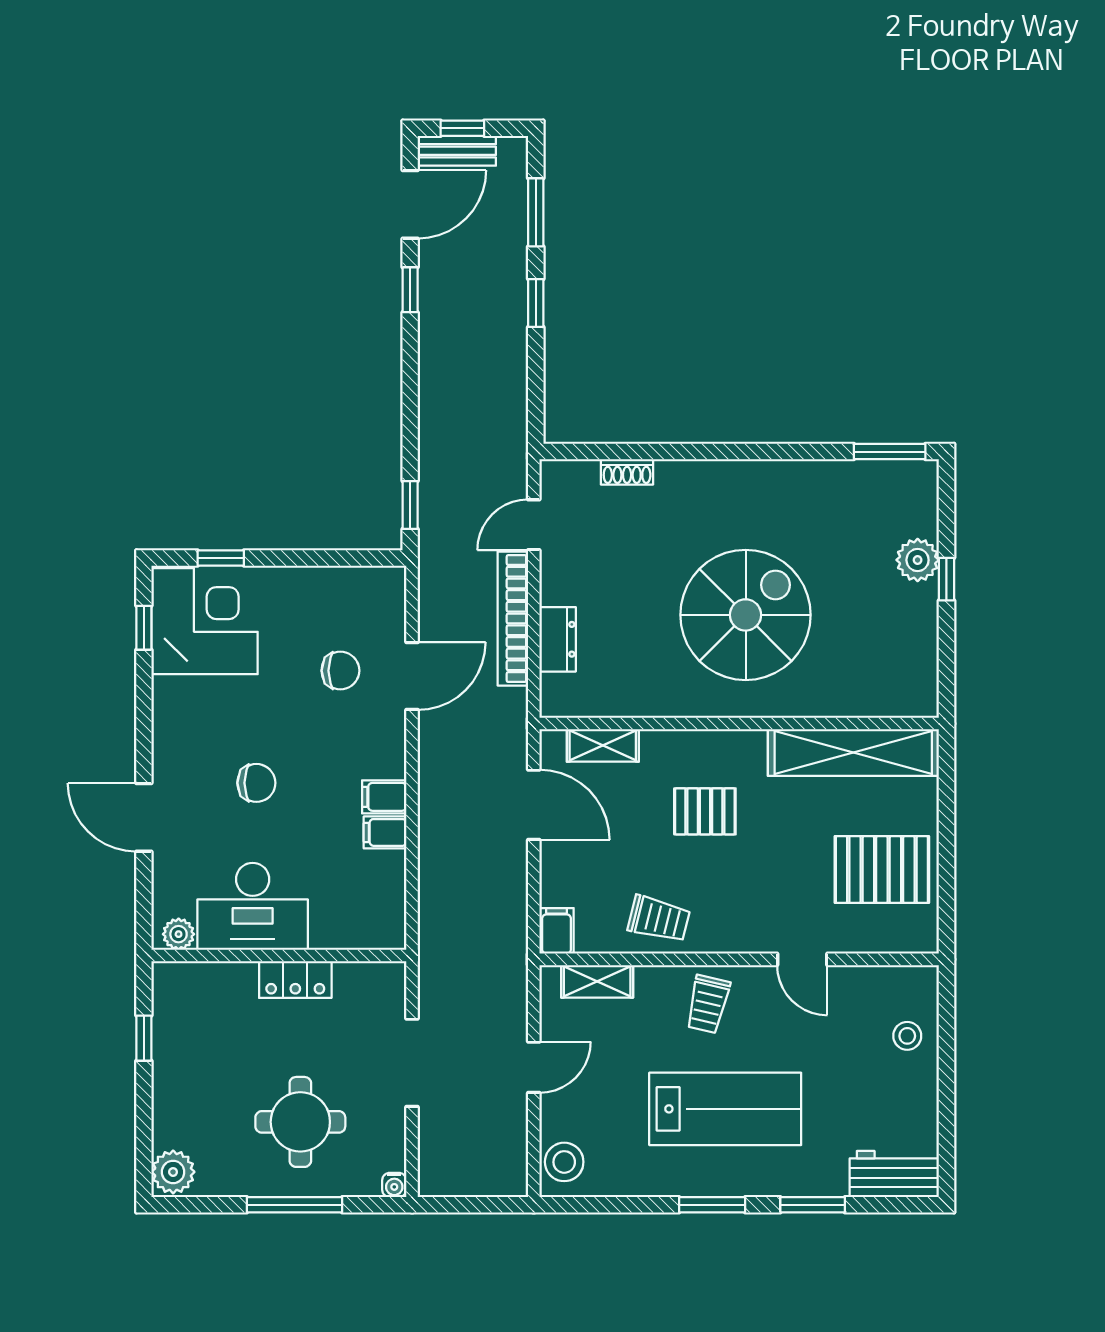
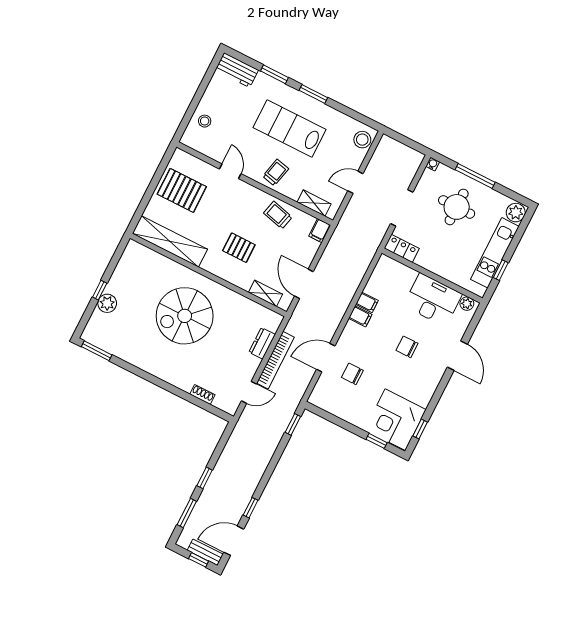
locker: (295, 980) -> (402, 248), moved
kitchen unit: (174, 1068) -> (495, 253), added

